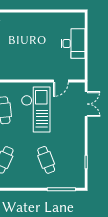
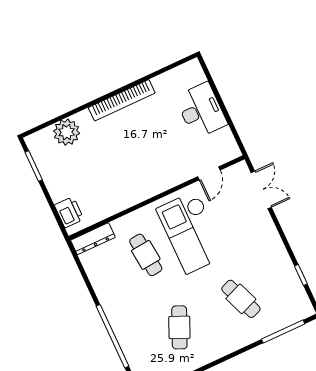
bookcase: (31, 17) -> (122, 100), added
checkout: (36, 109) -> (191, 232), turned 180

